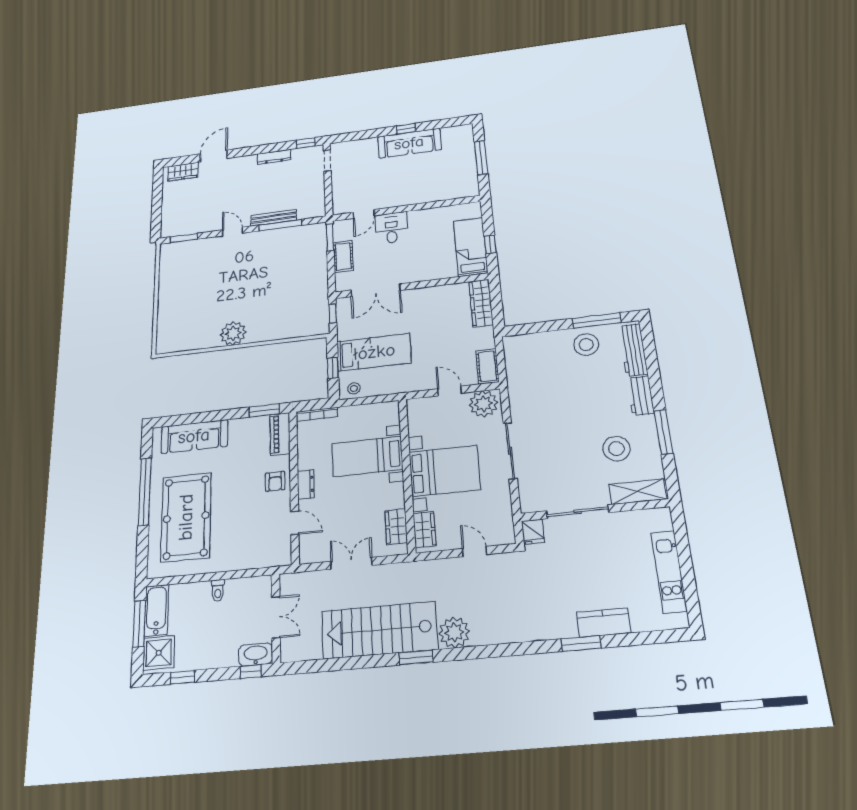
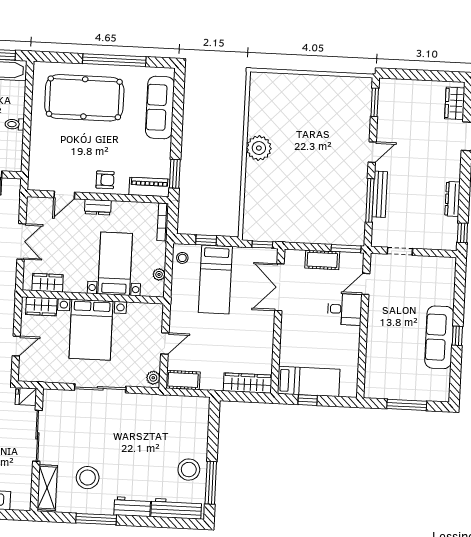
doorway: (327, 161) -> (400, 251), moved
door: (364, 214) -> (366, 284), hinge flipped
plant: (483, 404) -> (153, 378), width x0.53, depth x0.53
plant: (374, 409) -> (159, 274), added
armchair: (275, 481) -> (105, 180), turned 180

